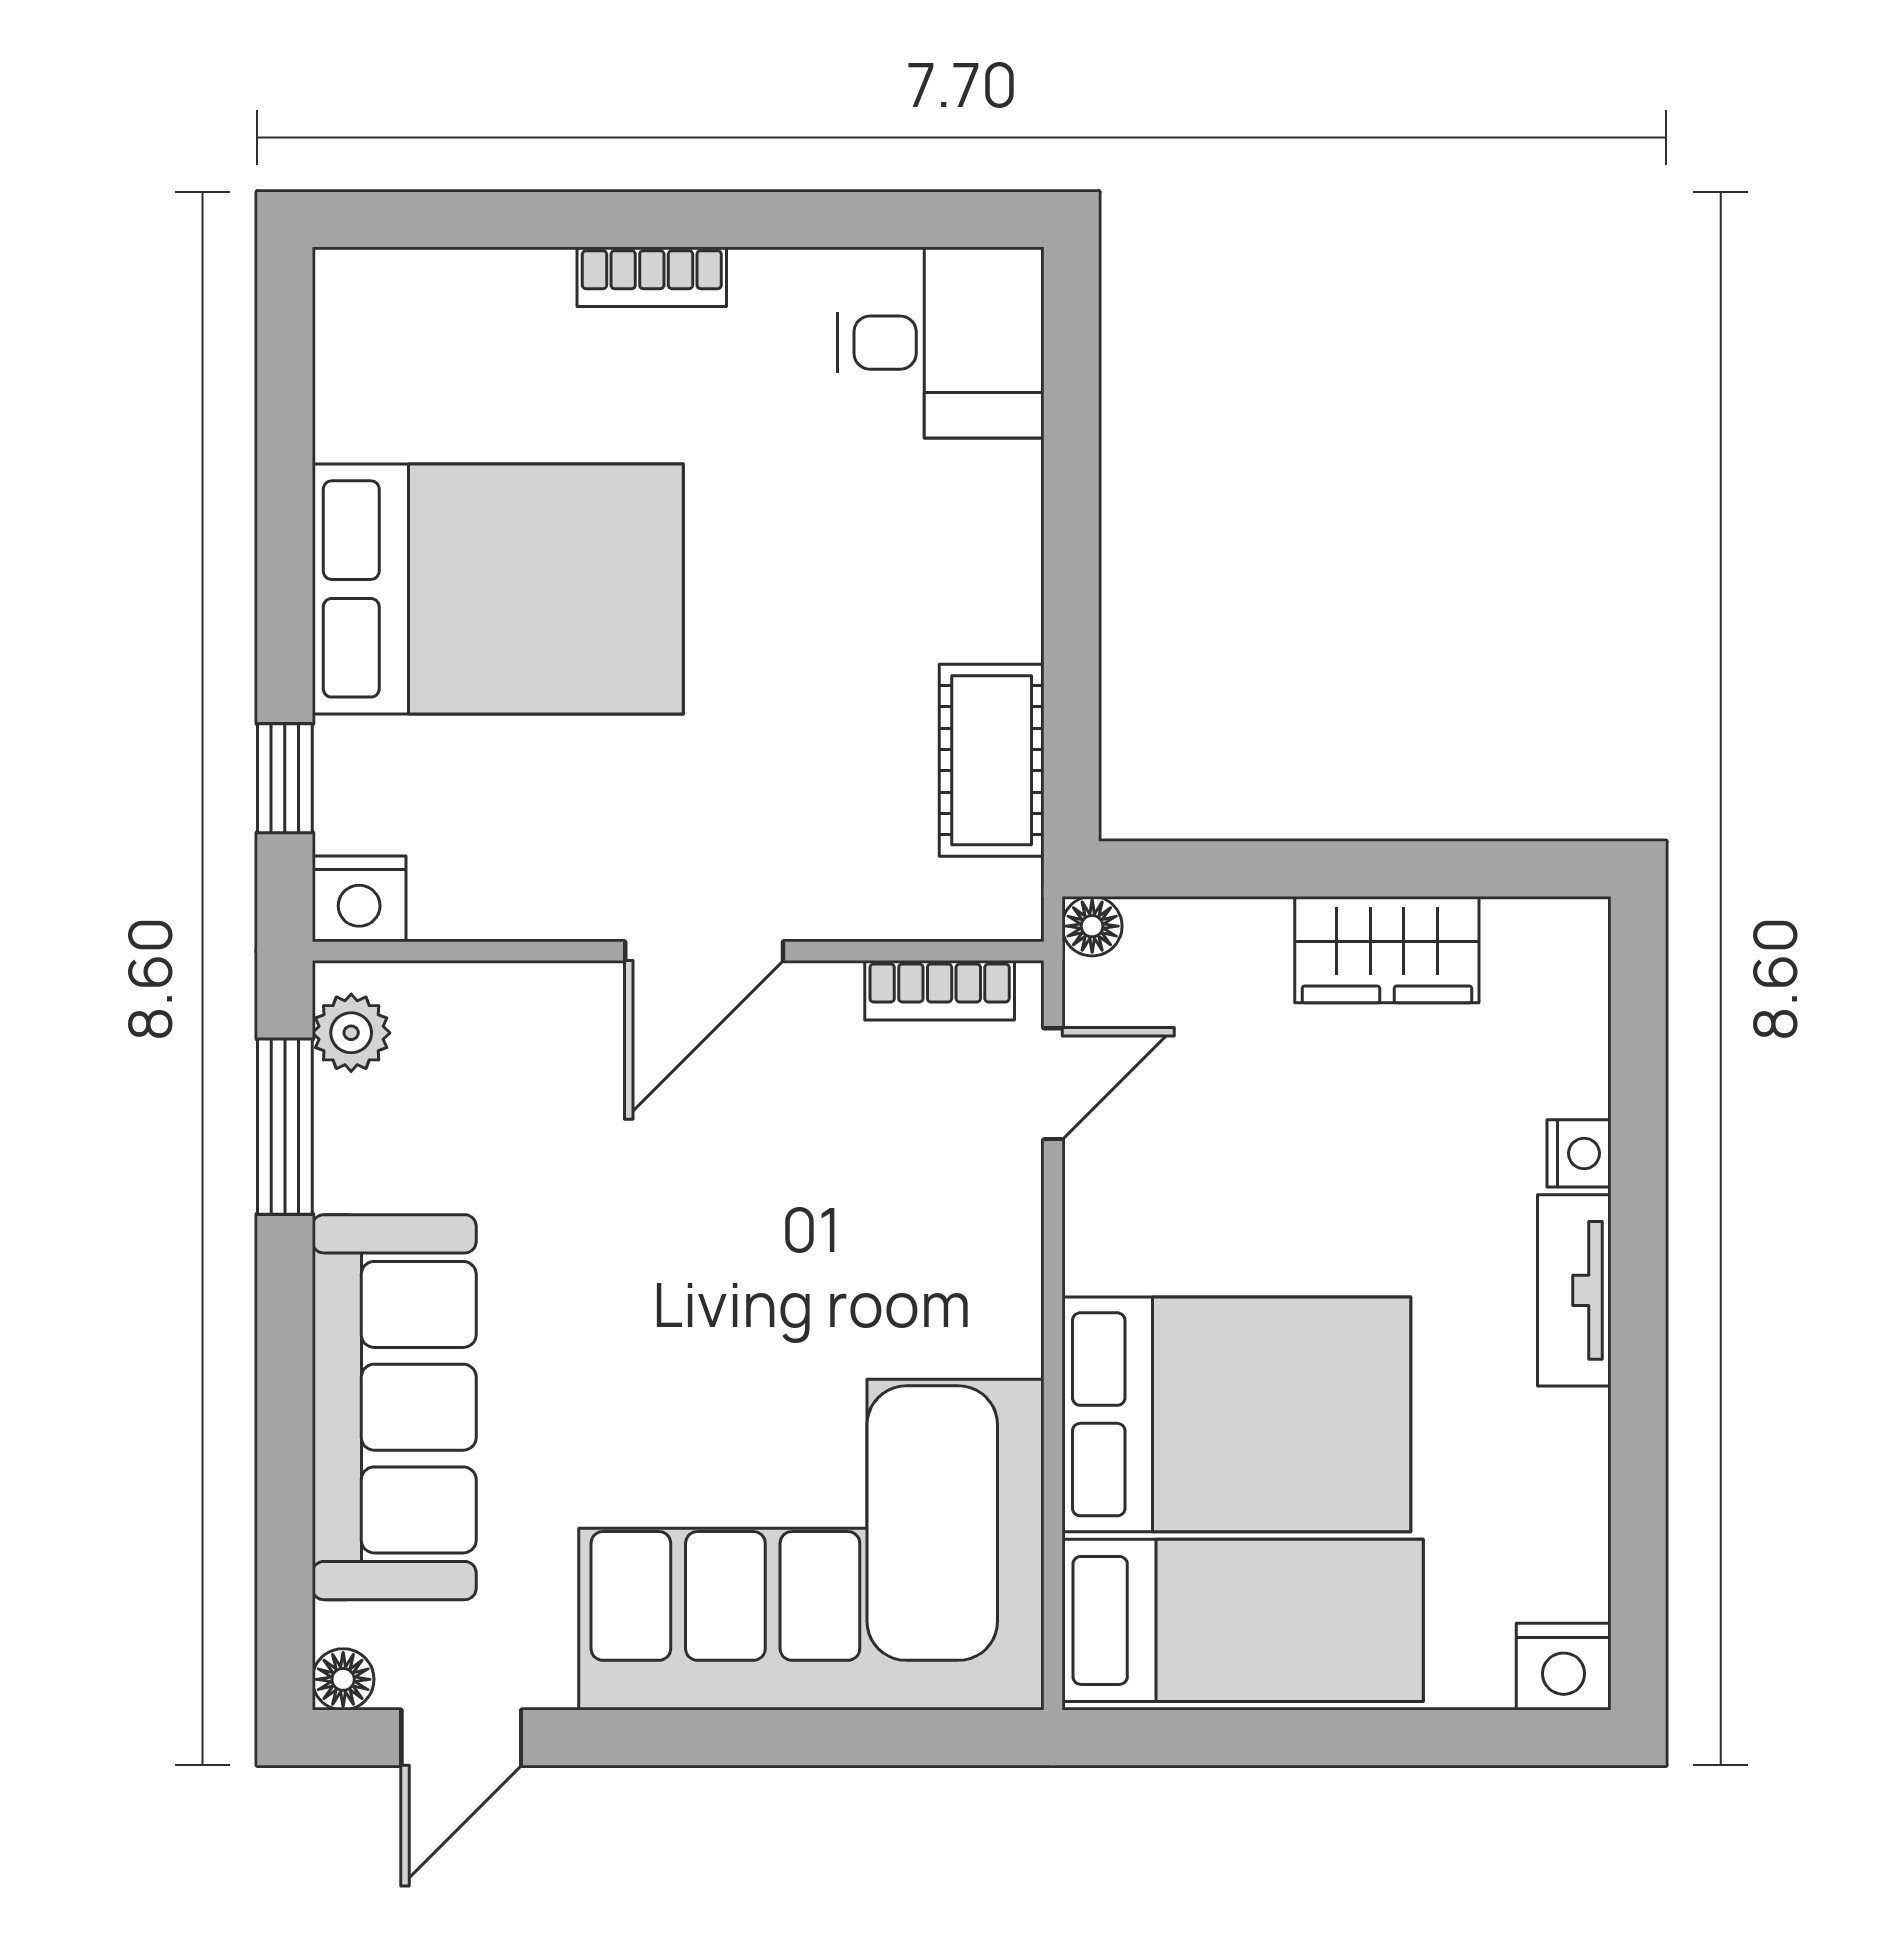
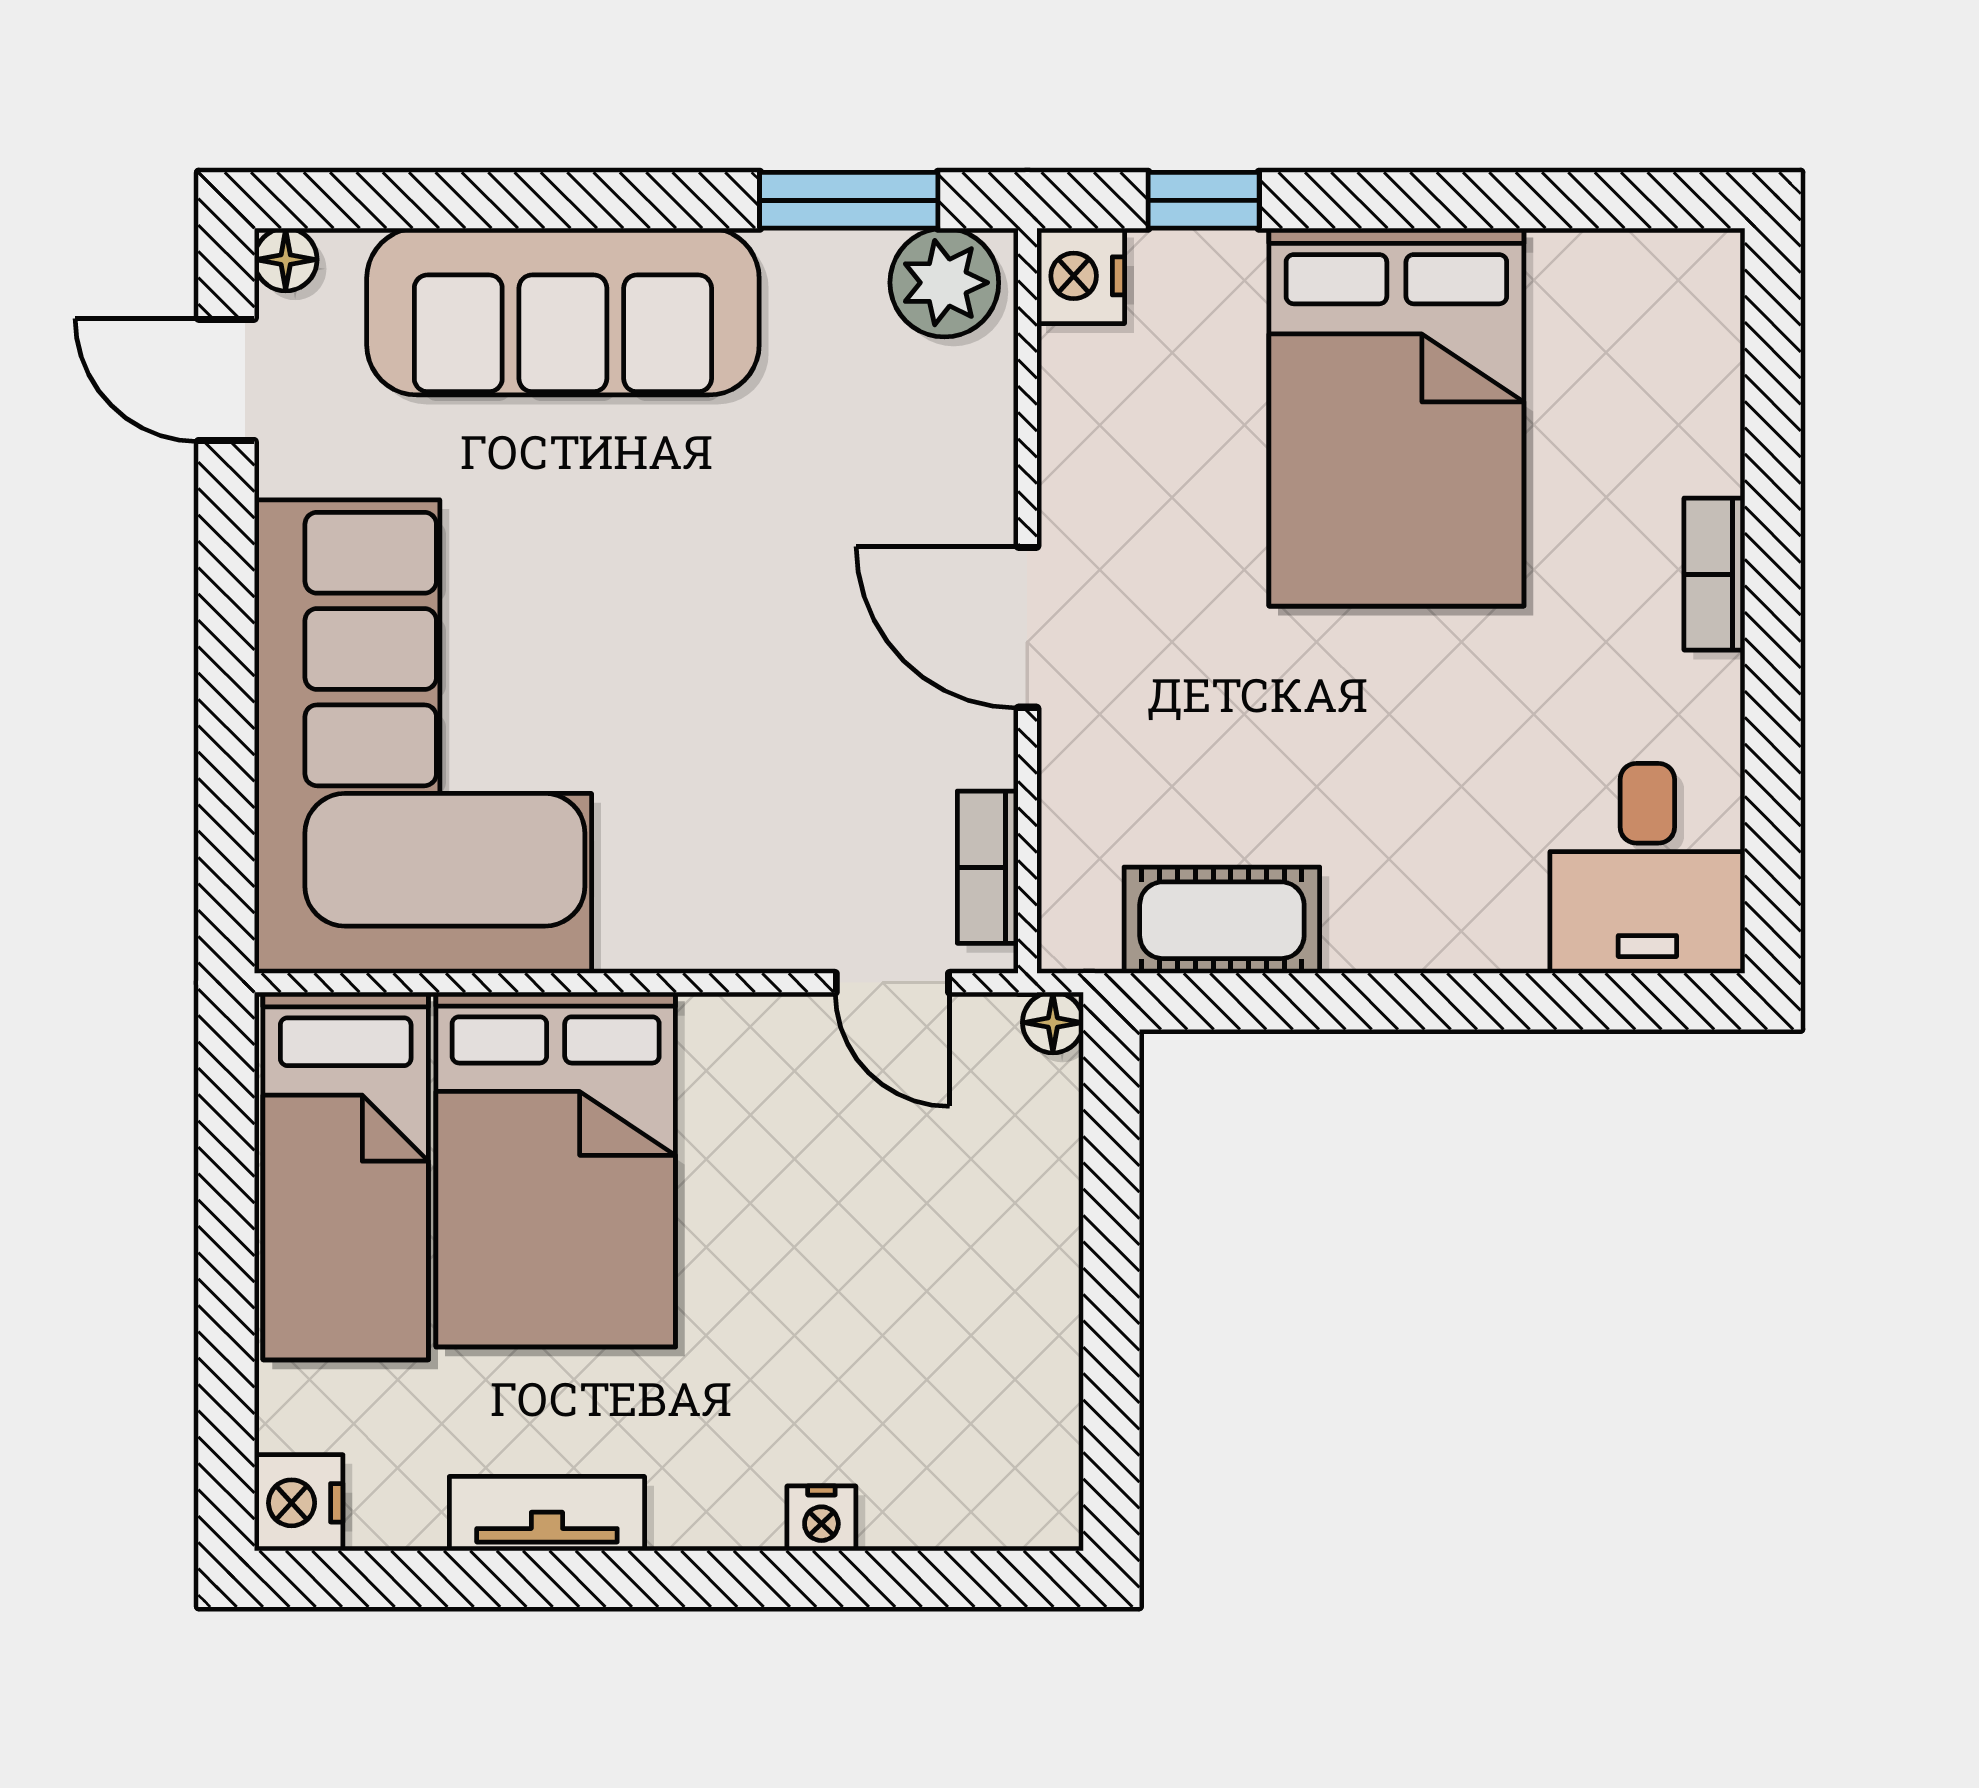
wardrobe: (1387, 950) -> (1029, 1323), removed
plant: (351, 1033) -> (944, 283), width x1.38, depth x1.38
tv unit: (1574, 1290) -> (547, 1514), moved

